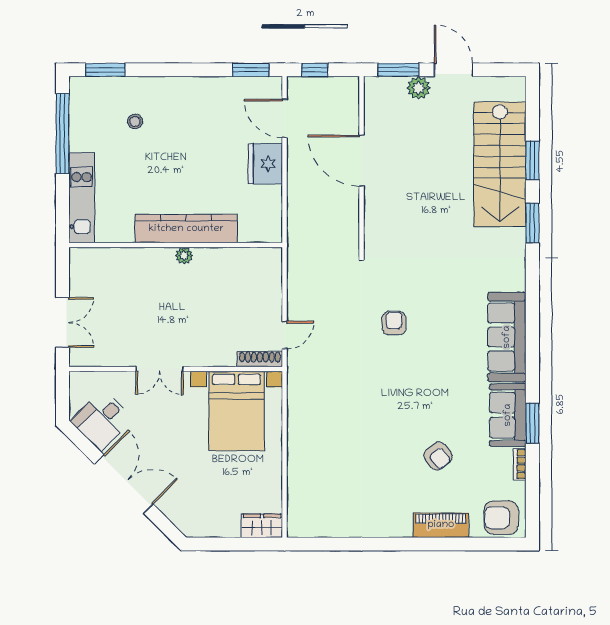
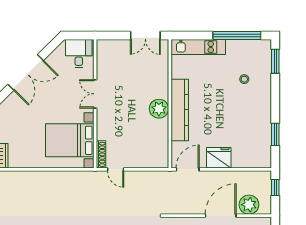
window: (251, 70) -> (275, 134), moved
plant: (343, 114) -> (249, 205), added
door: (285, 118) -> (188, 169), moved
plant: (184, 256) -> (159, 109), width x1.88, depth x1.88
double door: (62, 322) -> (145, 35), moved
desk: (102, 420) -> (79, 54), moved, turned 45

